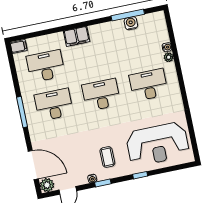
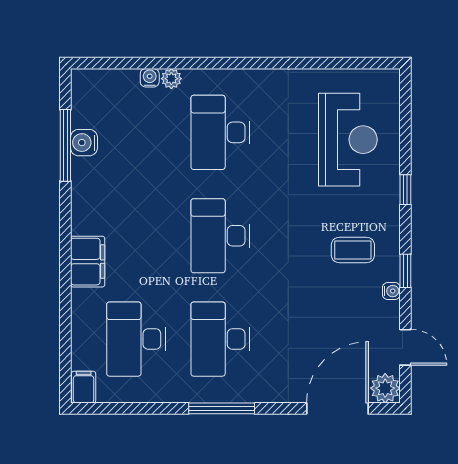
reception desk: (158, 144) -> (348, 140), width x0.74, depth x0.77

